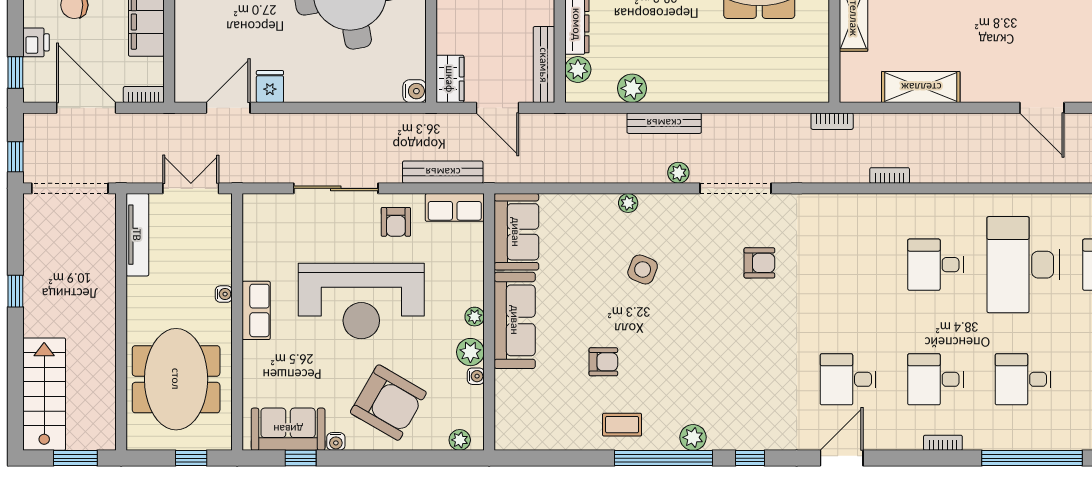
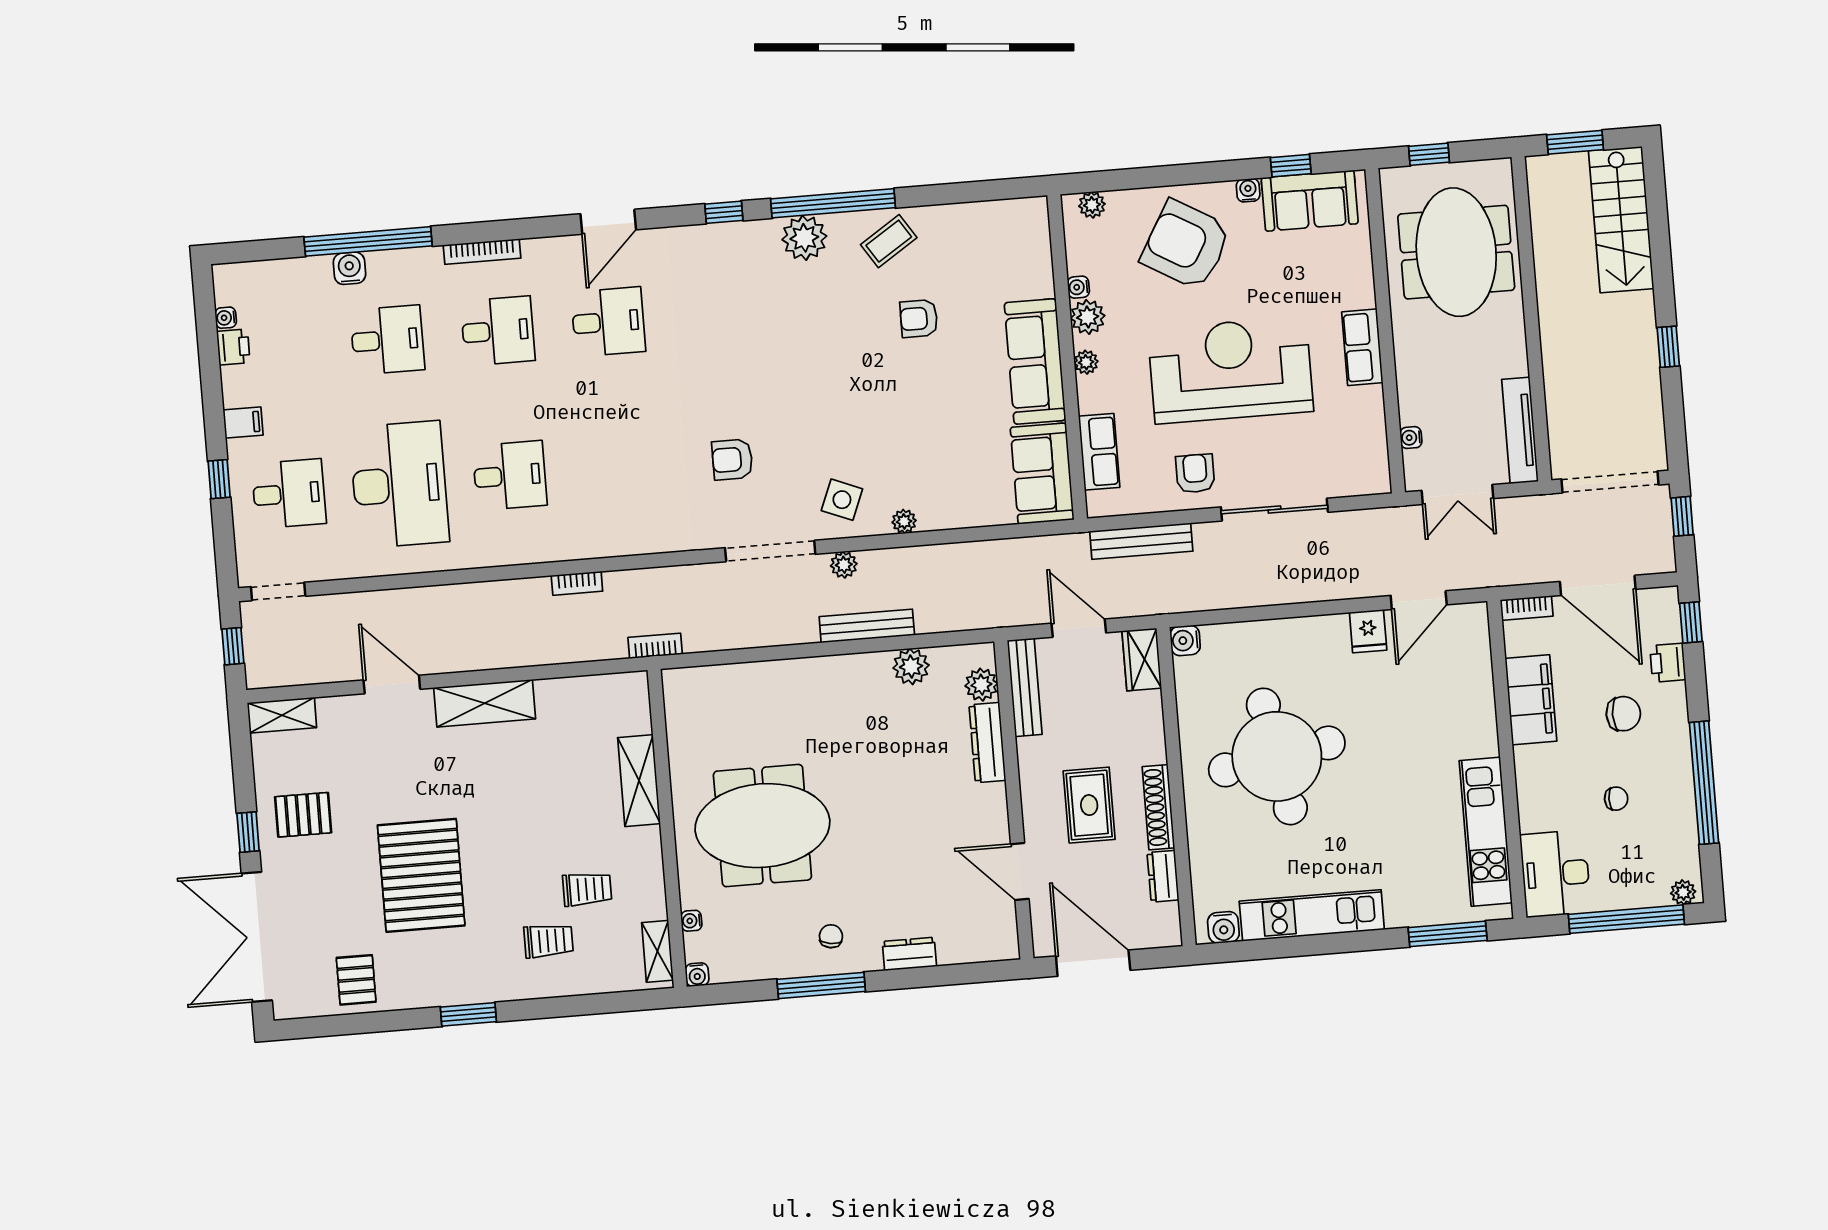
shelving: (921, 87) -> (485, 703), moved
row of seats: (455, 207) -> (1099, 452), moved, turned 90
side table: (643, 269) -> (842, 500), moved
water cooler: (224, 294) -> (1411, 438), moved
coffee table: (622, 425) -> (889, 241), turned -33
plant: (693, 437) -> (804, 238), width x1.36, depth x1.36
water cooler: (1048, 438) -> (349, 268), added
bookcase: (943, 443) -> (482, 252), width x1.56

